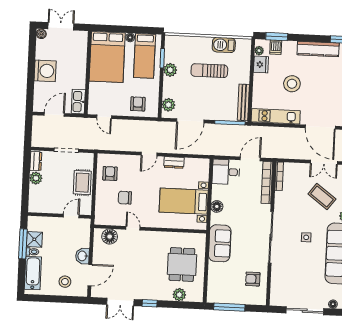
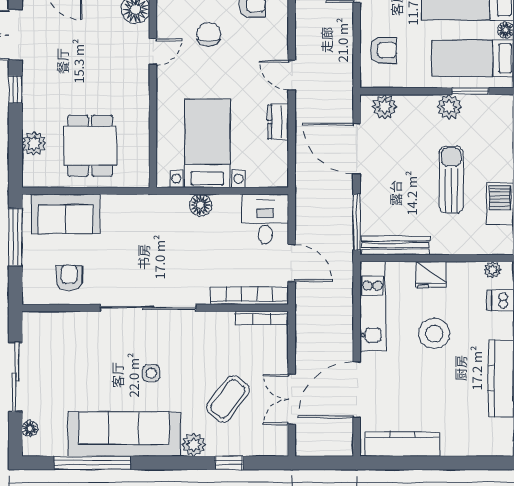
fridge: (261, 64) -> (431, 274), moved
sofa: (220, 243) -> (66, 214), moved
dining table: (182, 264) -> (90, 146), turned 90

